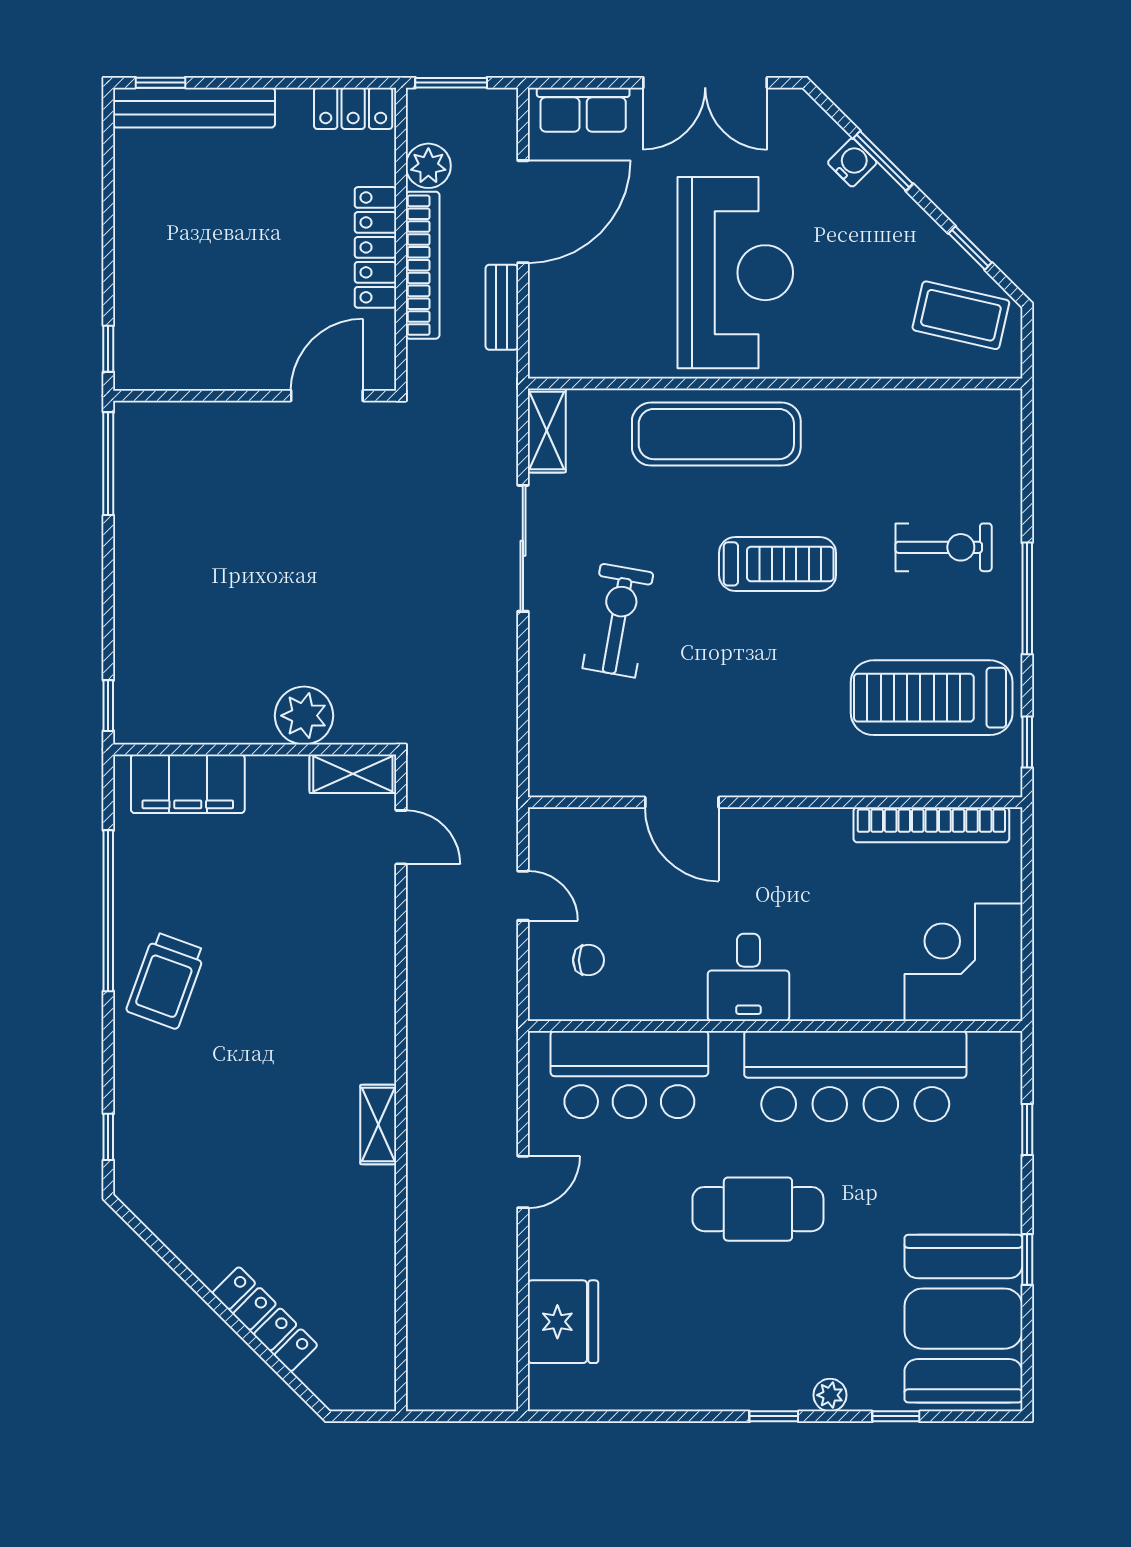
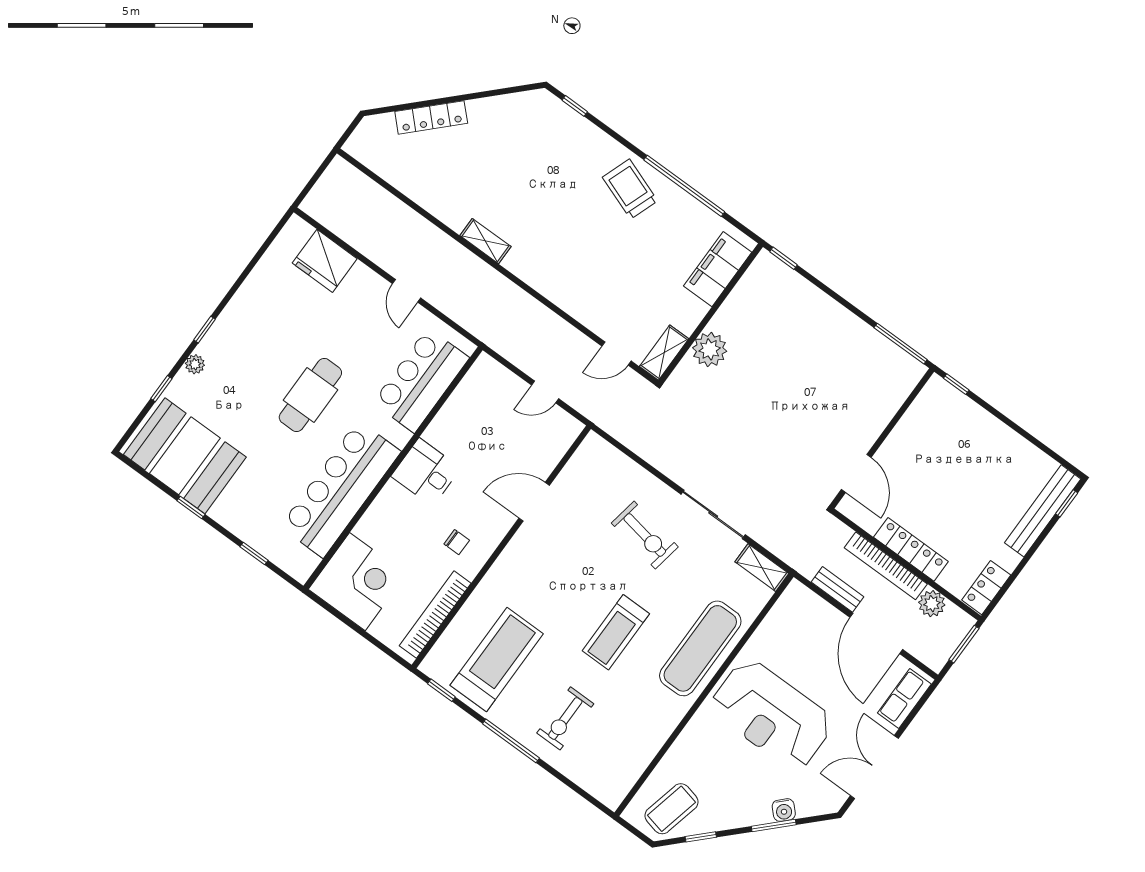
chair: (588, 960) -> (457, 542), moved, turned -90

